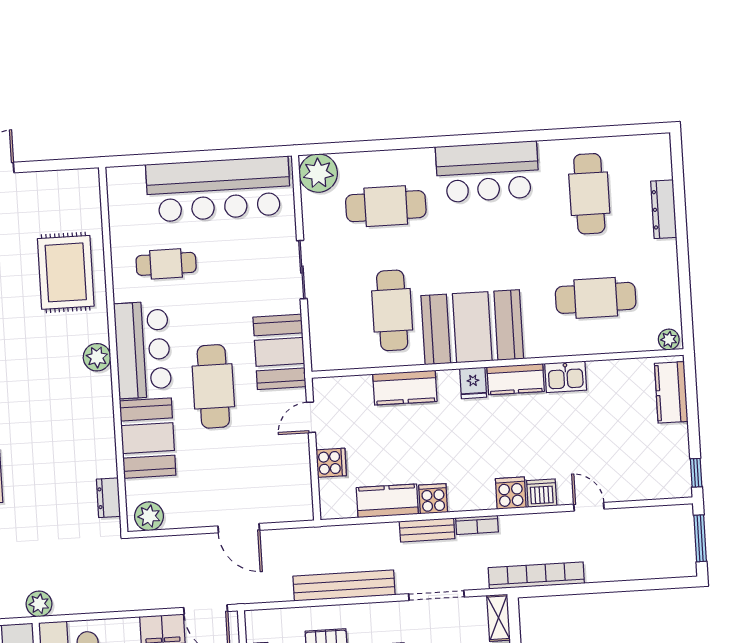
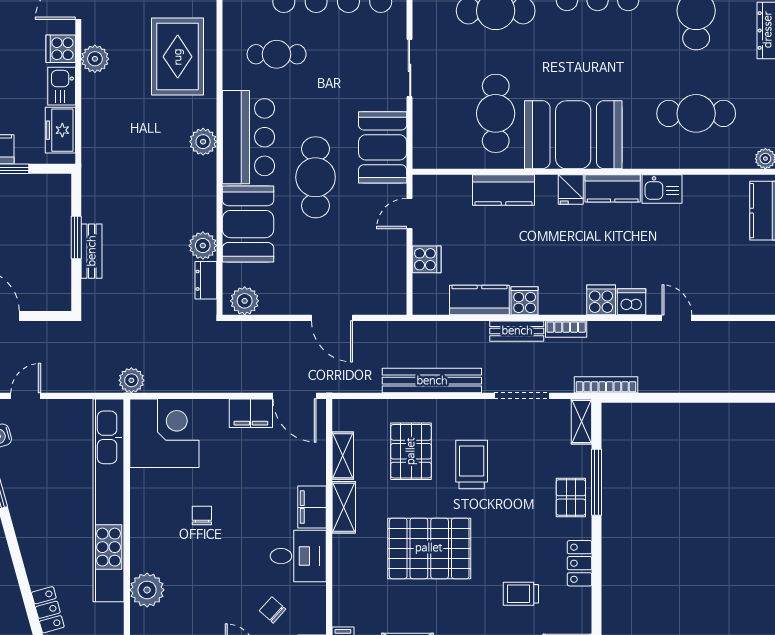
plant: (103, 463) -> (203, 246), added
bookcase: (536, 576) -> (606, 385), width x0.68, depth x0.76

